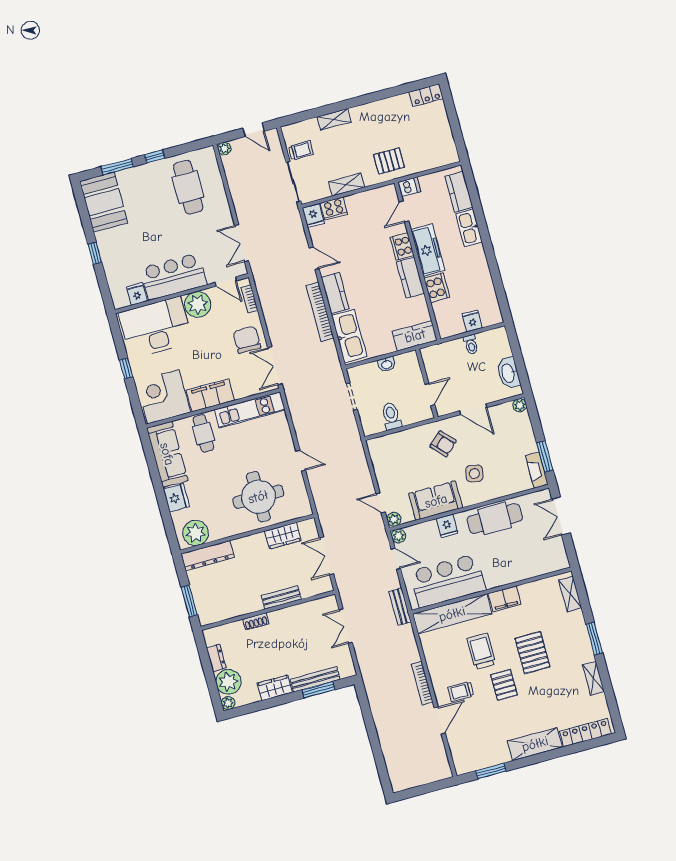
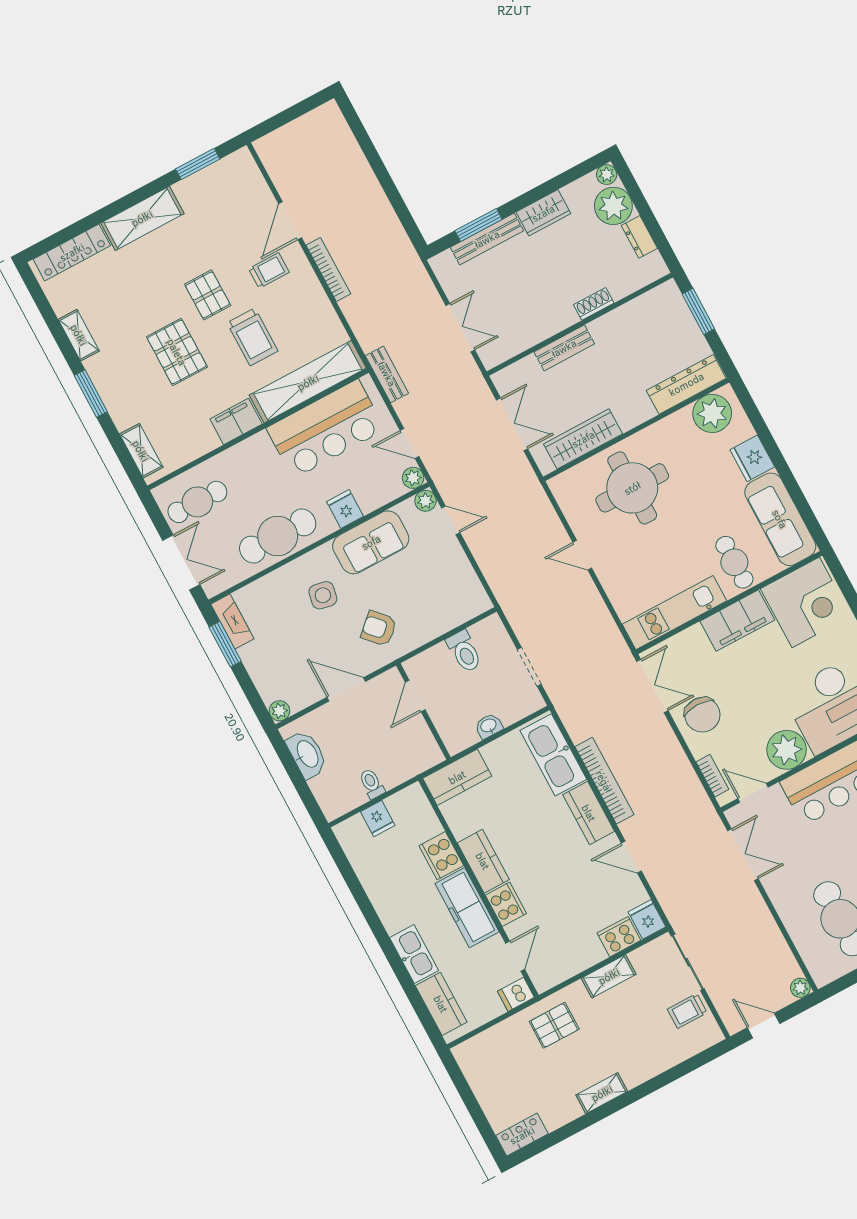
shelving: (334, 119) -> (602, 1093), moved
wardrobe: (283, 536) -> (583, 439), width x1.50
cafe table: (542, 553) -> (197, 502), added

